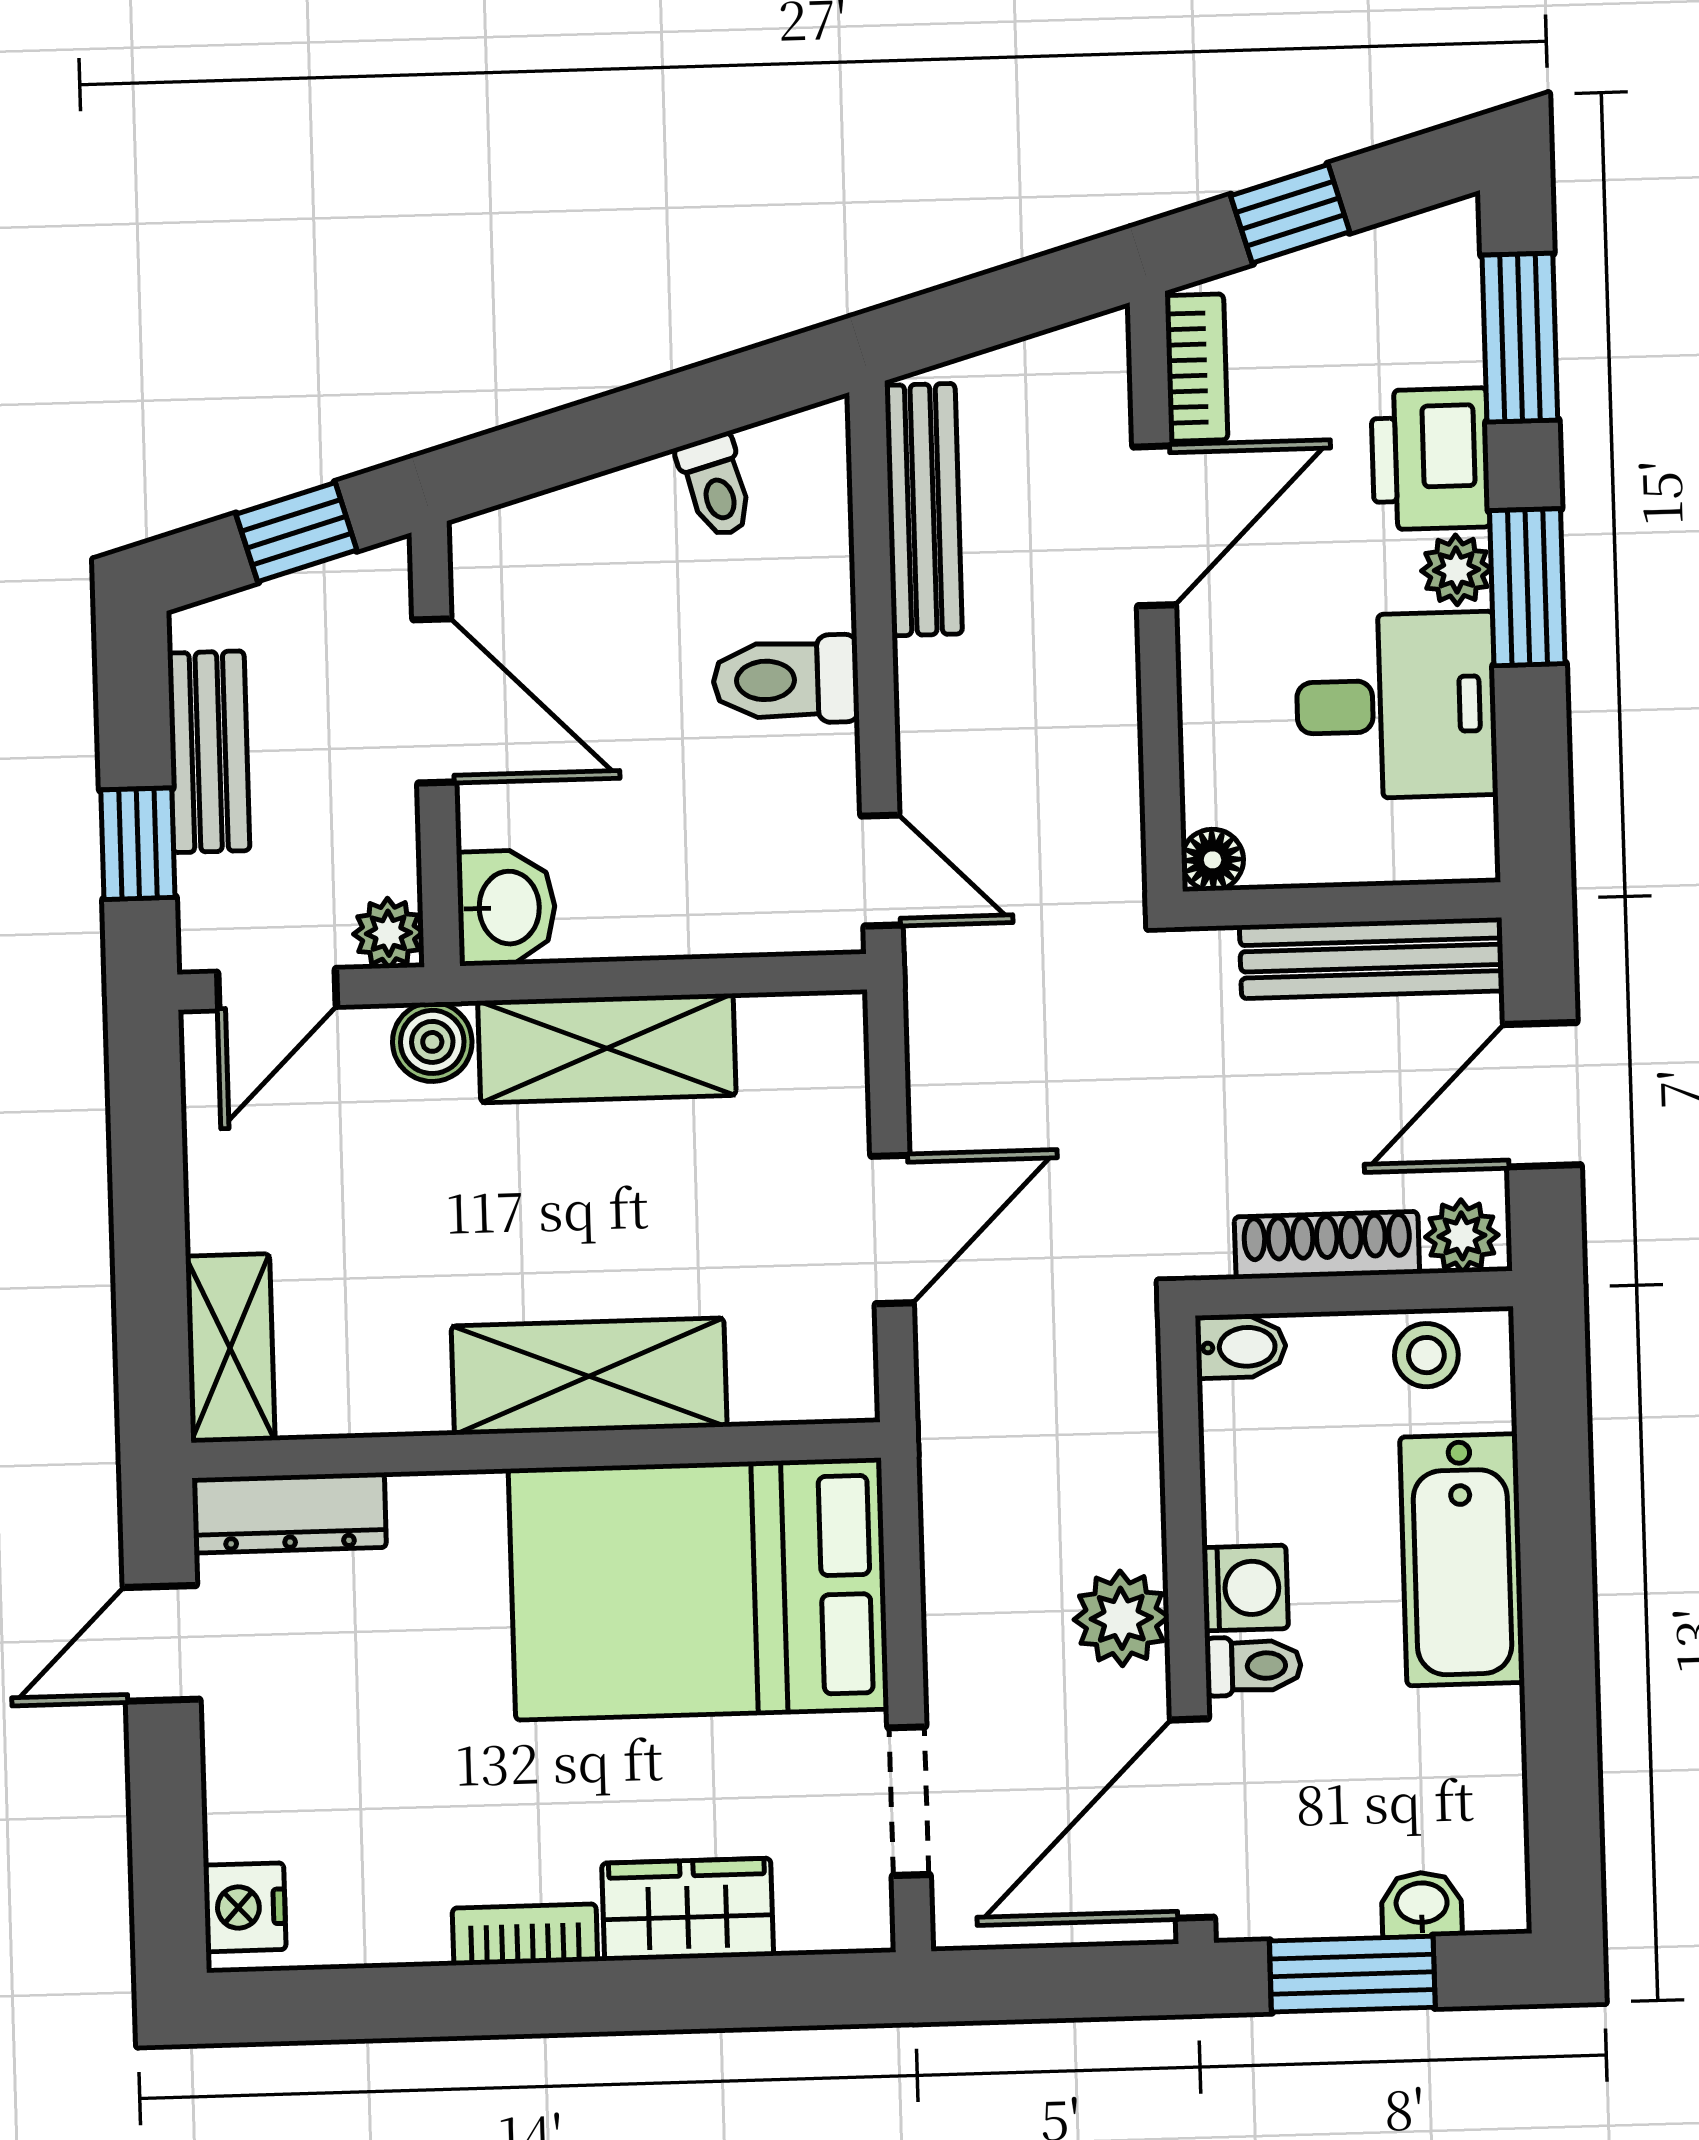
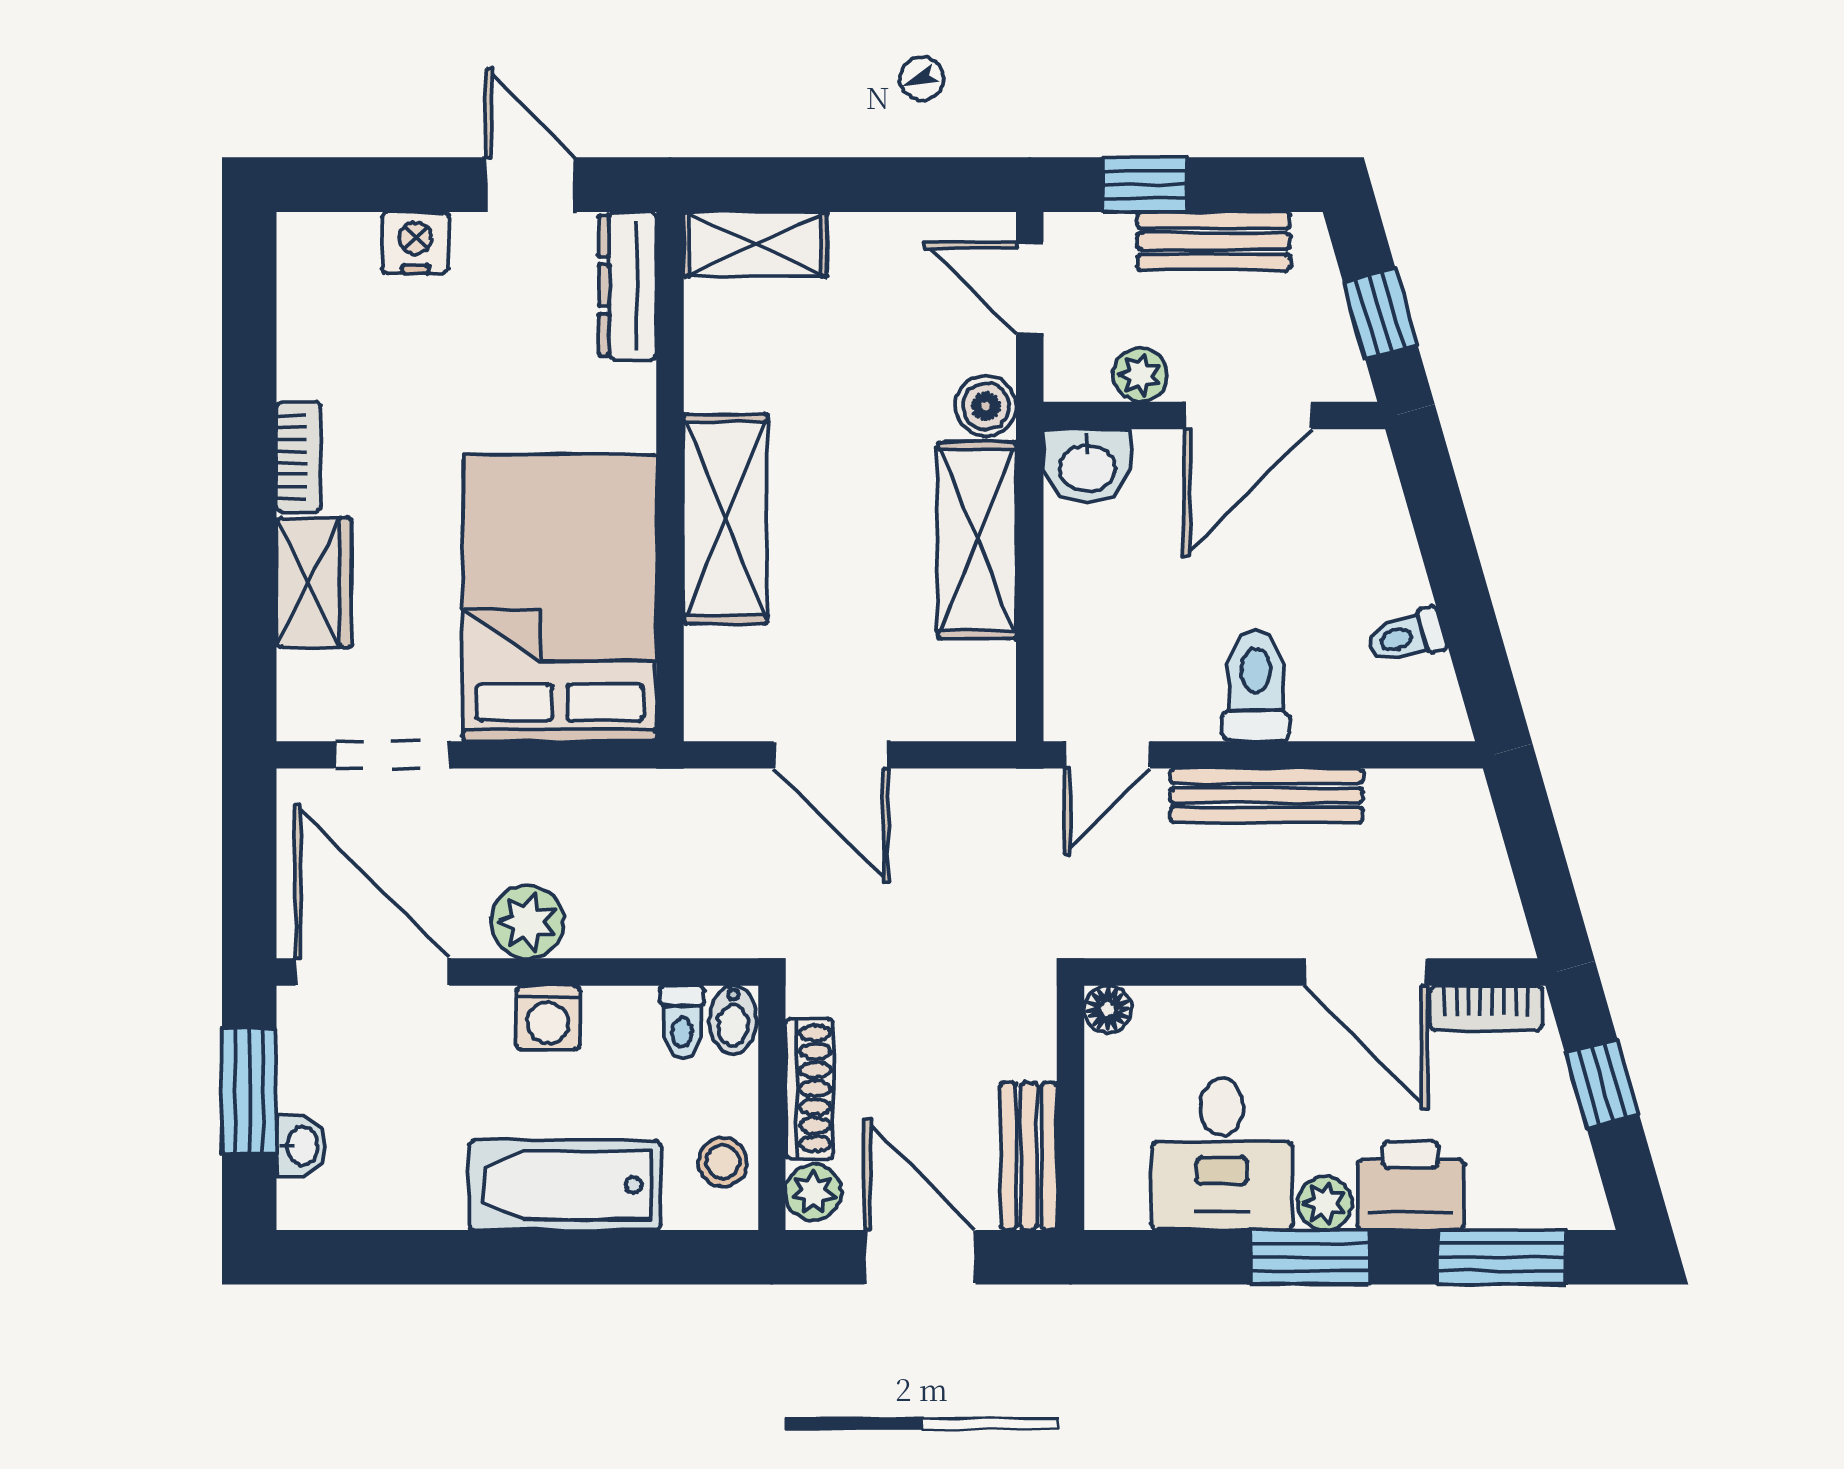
bench: (923, 510) -> (1267, 795), moved
plant: (388, 933) -> (1140, 375), moved
bench: (1372, 958) -> (1029, 1156), width x0.73
toilet: (1253, 1666) -> (682, 1022), moved
nightstand: (245, 1907) -> (415, 243), moved

